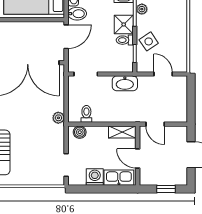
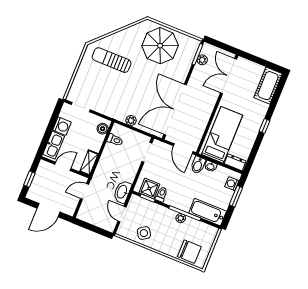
shower: (124, 24) -> (149, 188), moved
side table: (149, 41) -> (144, 233), moved
door: (163, 74) -> (122, 214), swing flipped
washbasin: (125, 83) -> (122, 192), moved
plant: (58, 118) -> (131, 120), moved

